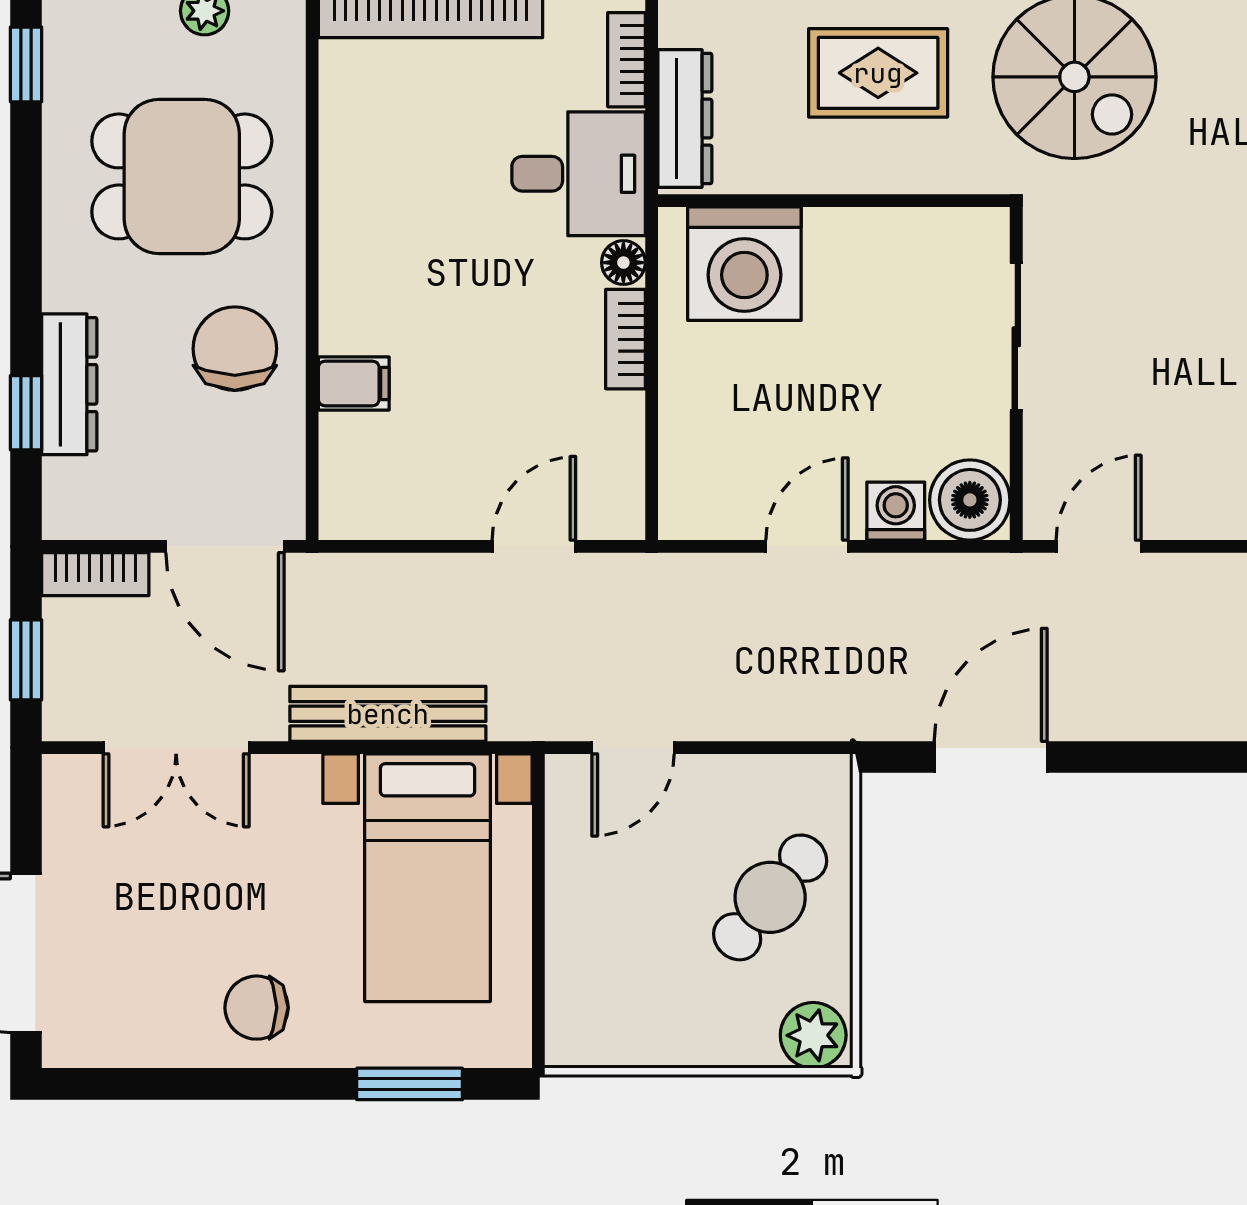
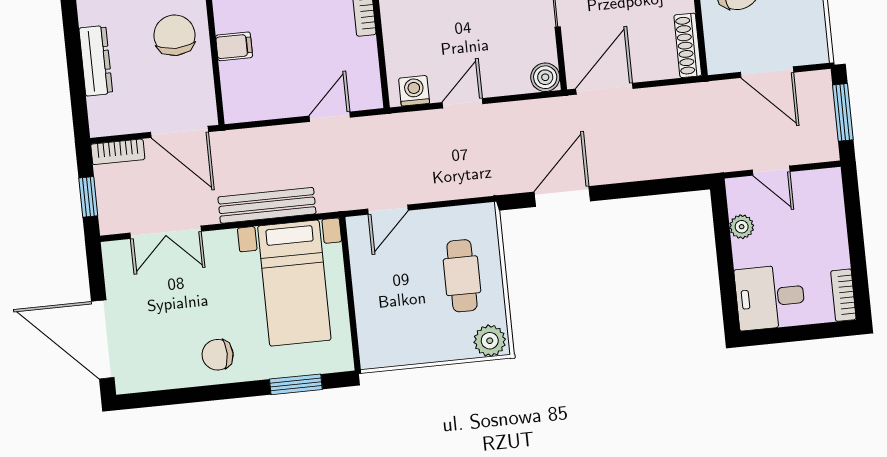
window: (26, 413) -> (76, 77), removed
boiler: (970, 500) -> (545, 77), width x0.73, depth x0.73
washing machine: (896, 511) -> (414, 91), moved
door: (1099, 546) -> (604, 89), width x1.38
cafe table: (770, 897) -> (462, 276), turned -40

